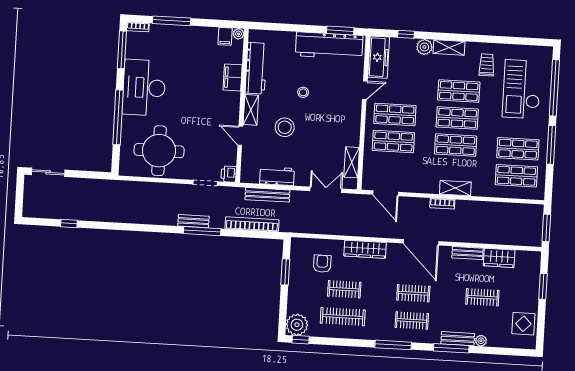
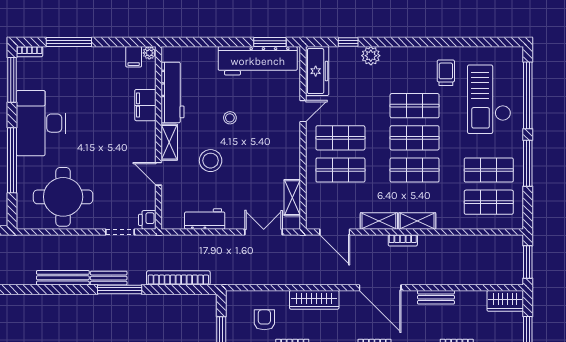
shelving: (449, 47) -> (379, 221), moved
bench: (267, 195) -> (63, 278), moved
wardrobe: (499, 258) -> (505, 301), moved

